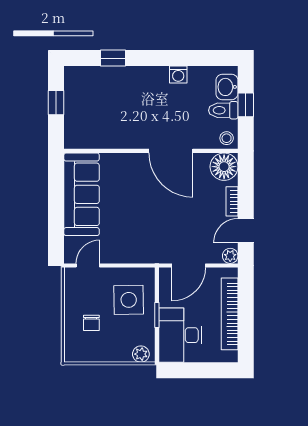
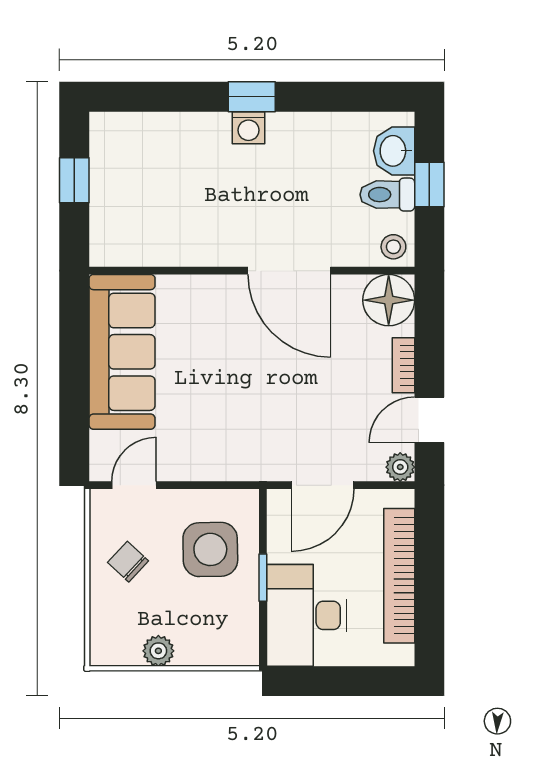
window: (113, 58) -> (252, 97), moved
washing machine: (178, 75) -> (248, 128), moved
chair: (91, 323) -> (128, 562), moved, turned 133
plant: (141, 354) -> (158, 651), moved

